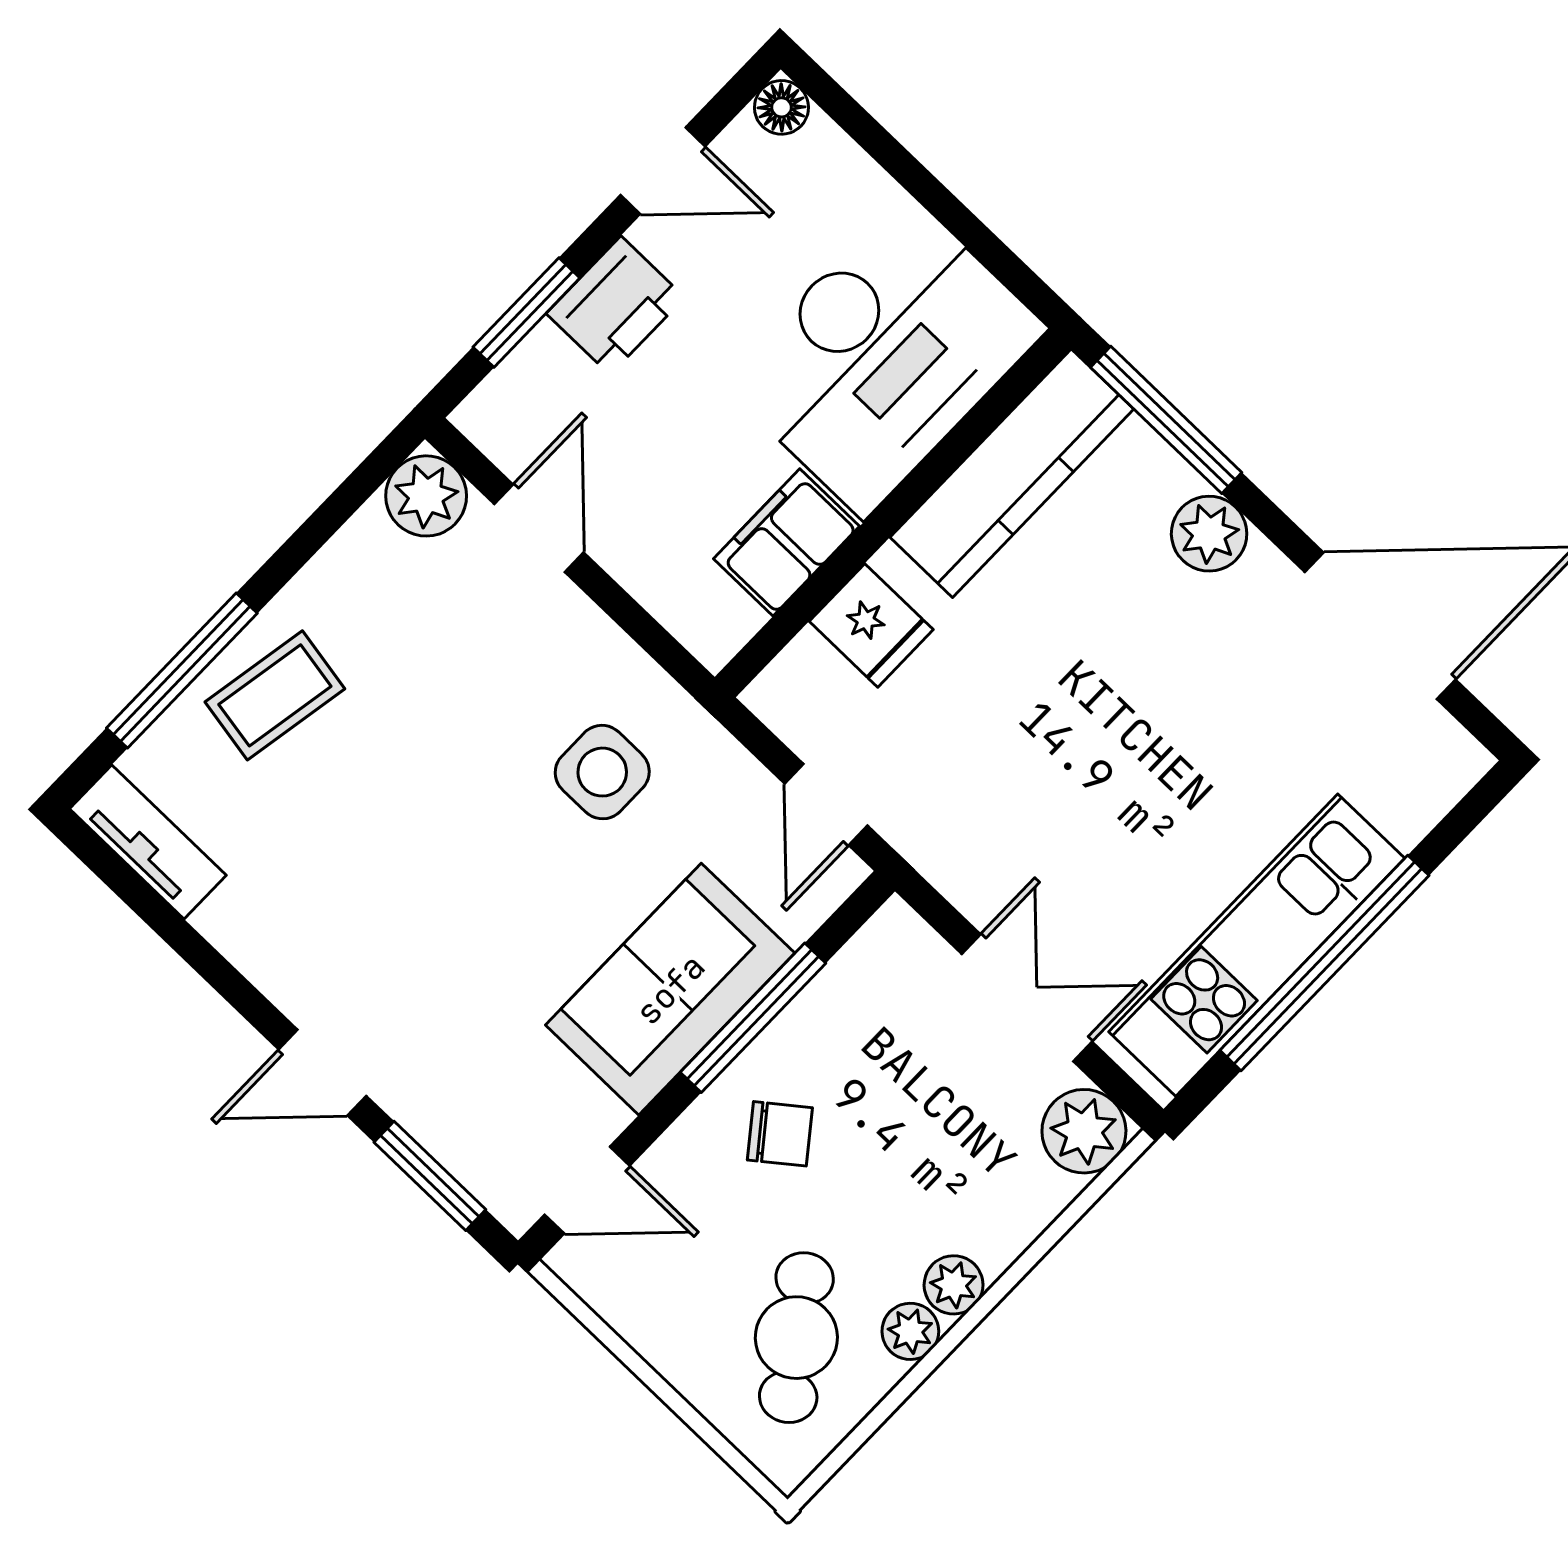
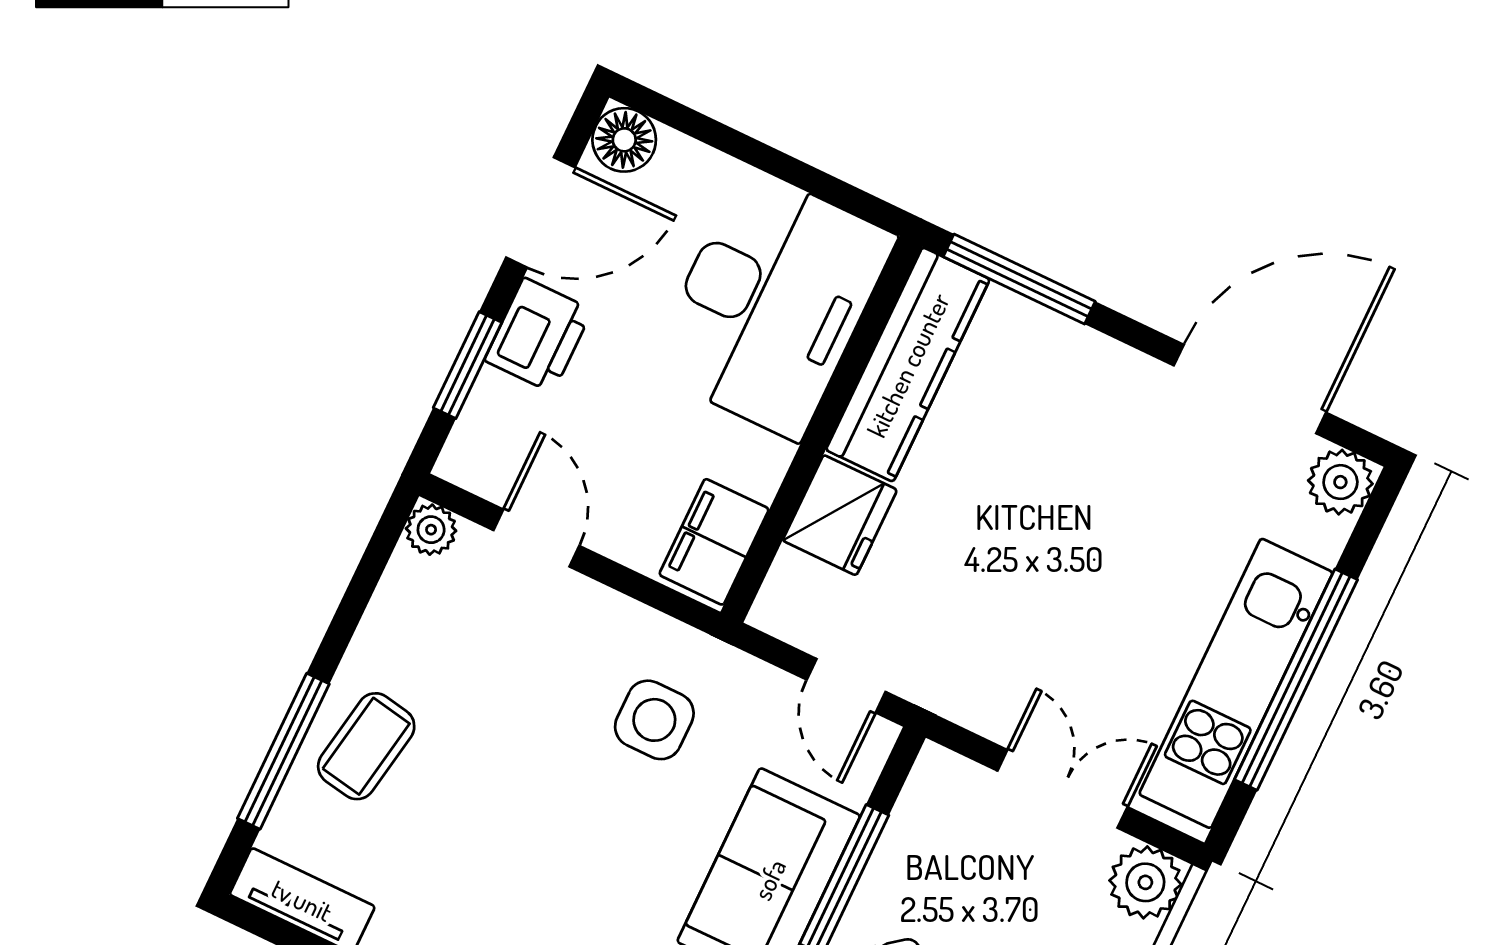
floor lamp: (781, 107) -> (624, 140), width x1.37, depth x1.37
door: (663, 171) -> (540, 212), width x1.38
plant: (426, 496) -> (431, 530), width x0.73, depth x0.73
plant: (1209, 534) -> (1340, 482), moved
filing cabinet: (786, 542) -> (714, 542), moved
fridge: (871, 625) -> (840, 515), width x1.38

